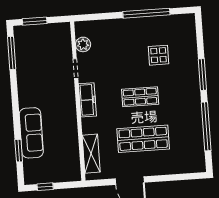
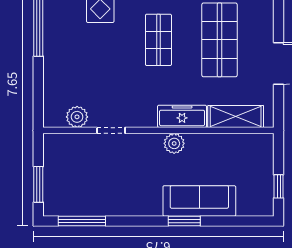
freezer: (87, 100) -> (182, 116), moved
plant: (70, 113) -> (174, 143), added
window: (19, 151) -> (184, 221), moved

